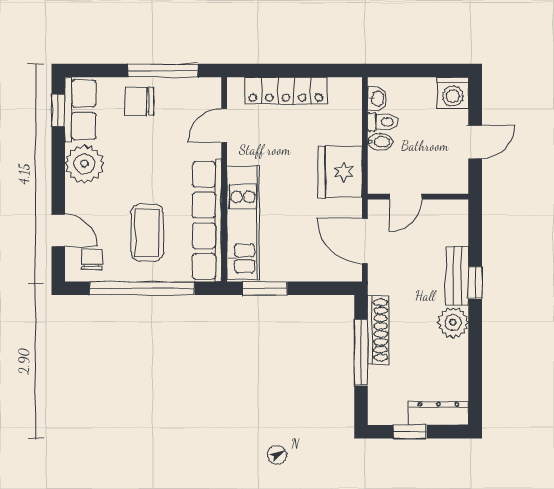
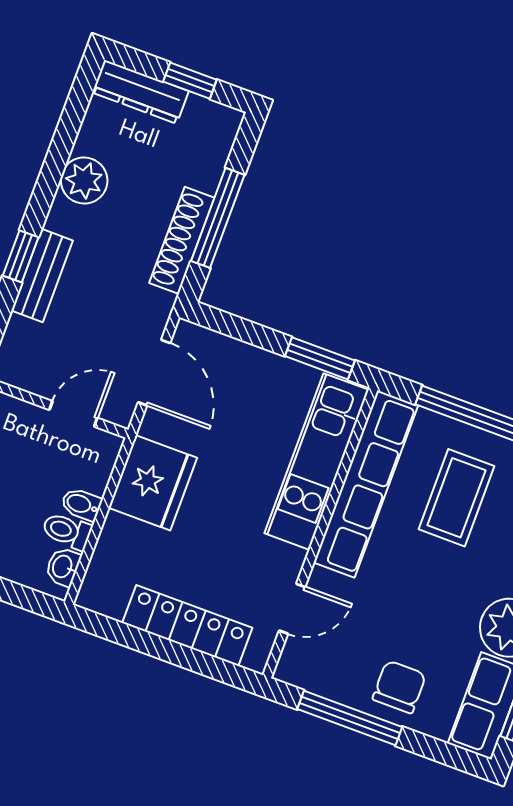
chair: (139, 101) -> (399, 687), turned -90
plant: (453, 322) -> (84, 181), moved

